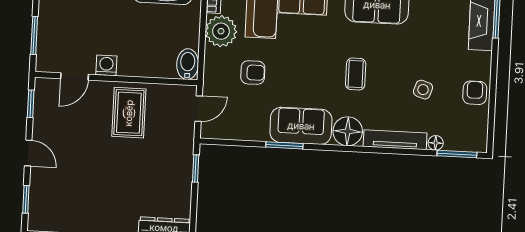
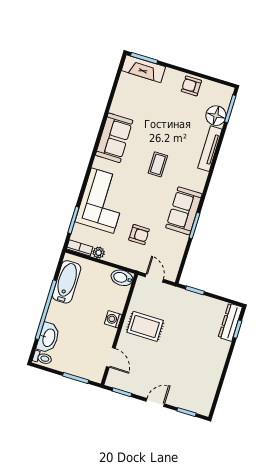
plant: (221, 31) -> (99, 253), width x0.53, depth x0.53
washing machine: (106, 65) -> (113, 319), moved
armchair: (253, 73) -> (139, 235), turned 90
coffee table: (356, 74) -> (158, 164), turned 90
side table: (423, 90) -> (180, 121), removed
floor lamp: (348, 131) -> (196, 180), removed
floor lamp: (436, 143) -> (216, 116), width x1.89, depth x1.89

